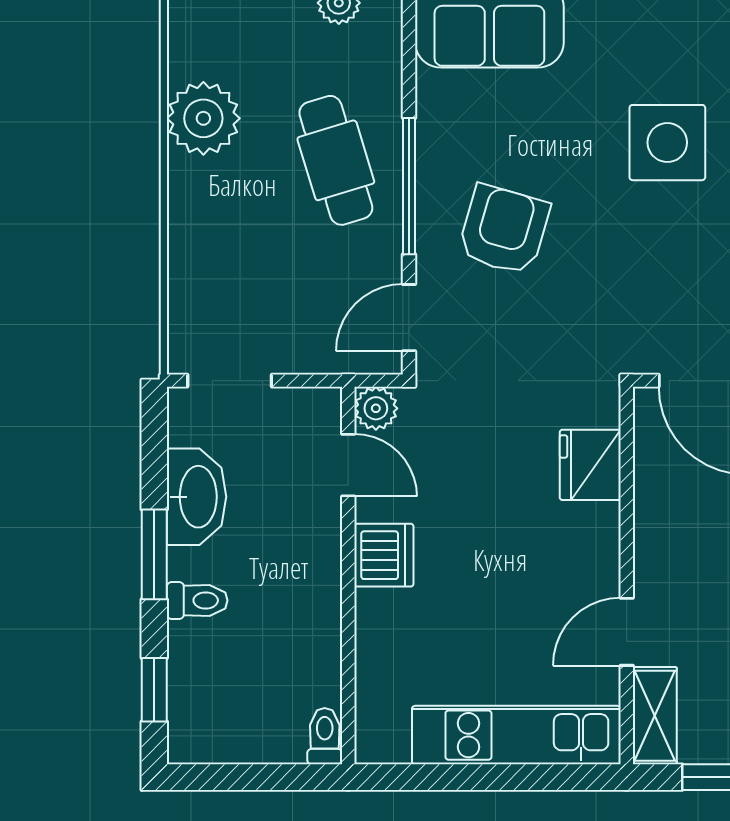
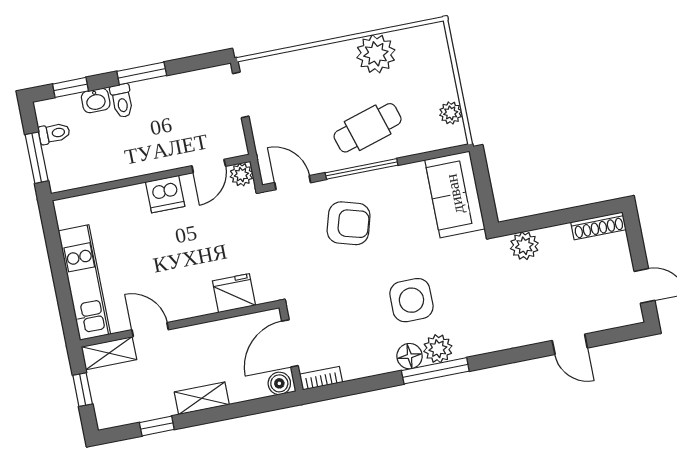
washbasin: (196, 497) -> (96, 101), moved, width x0.52, depth x0.69
toilet: (325, 736) -> (54, 133), moved
window: (271, 777) -> (37, 158), added

